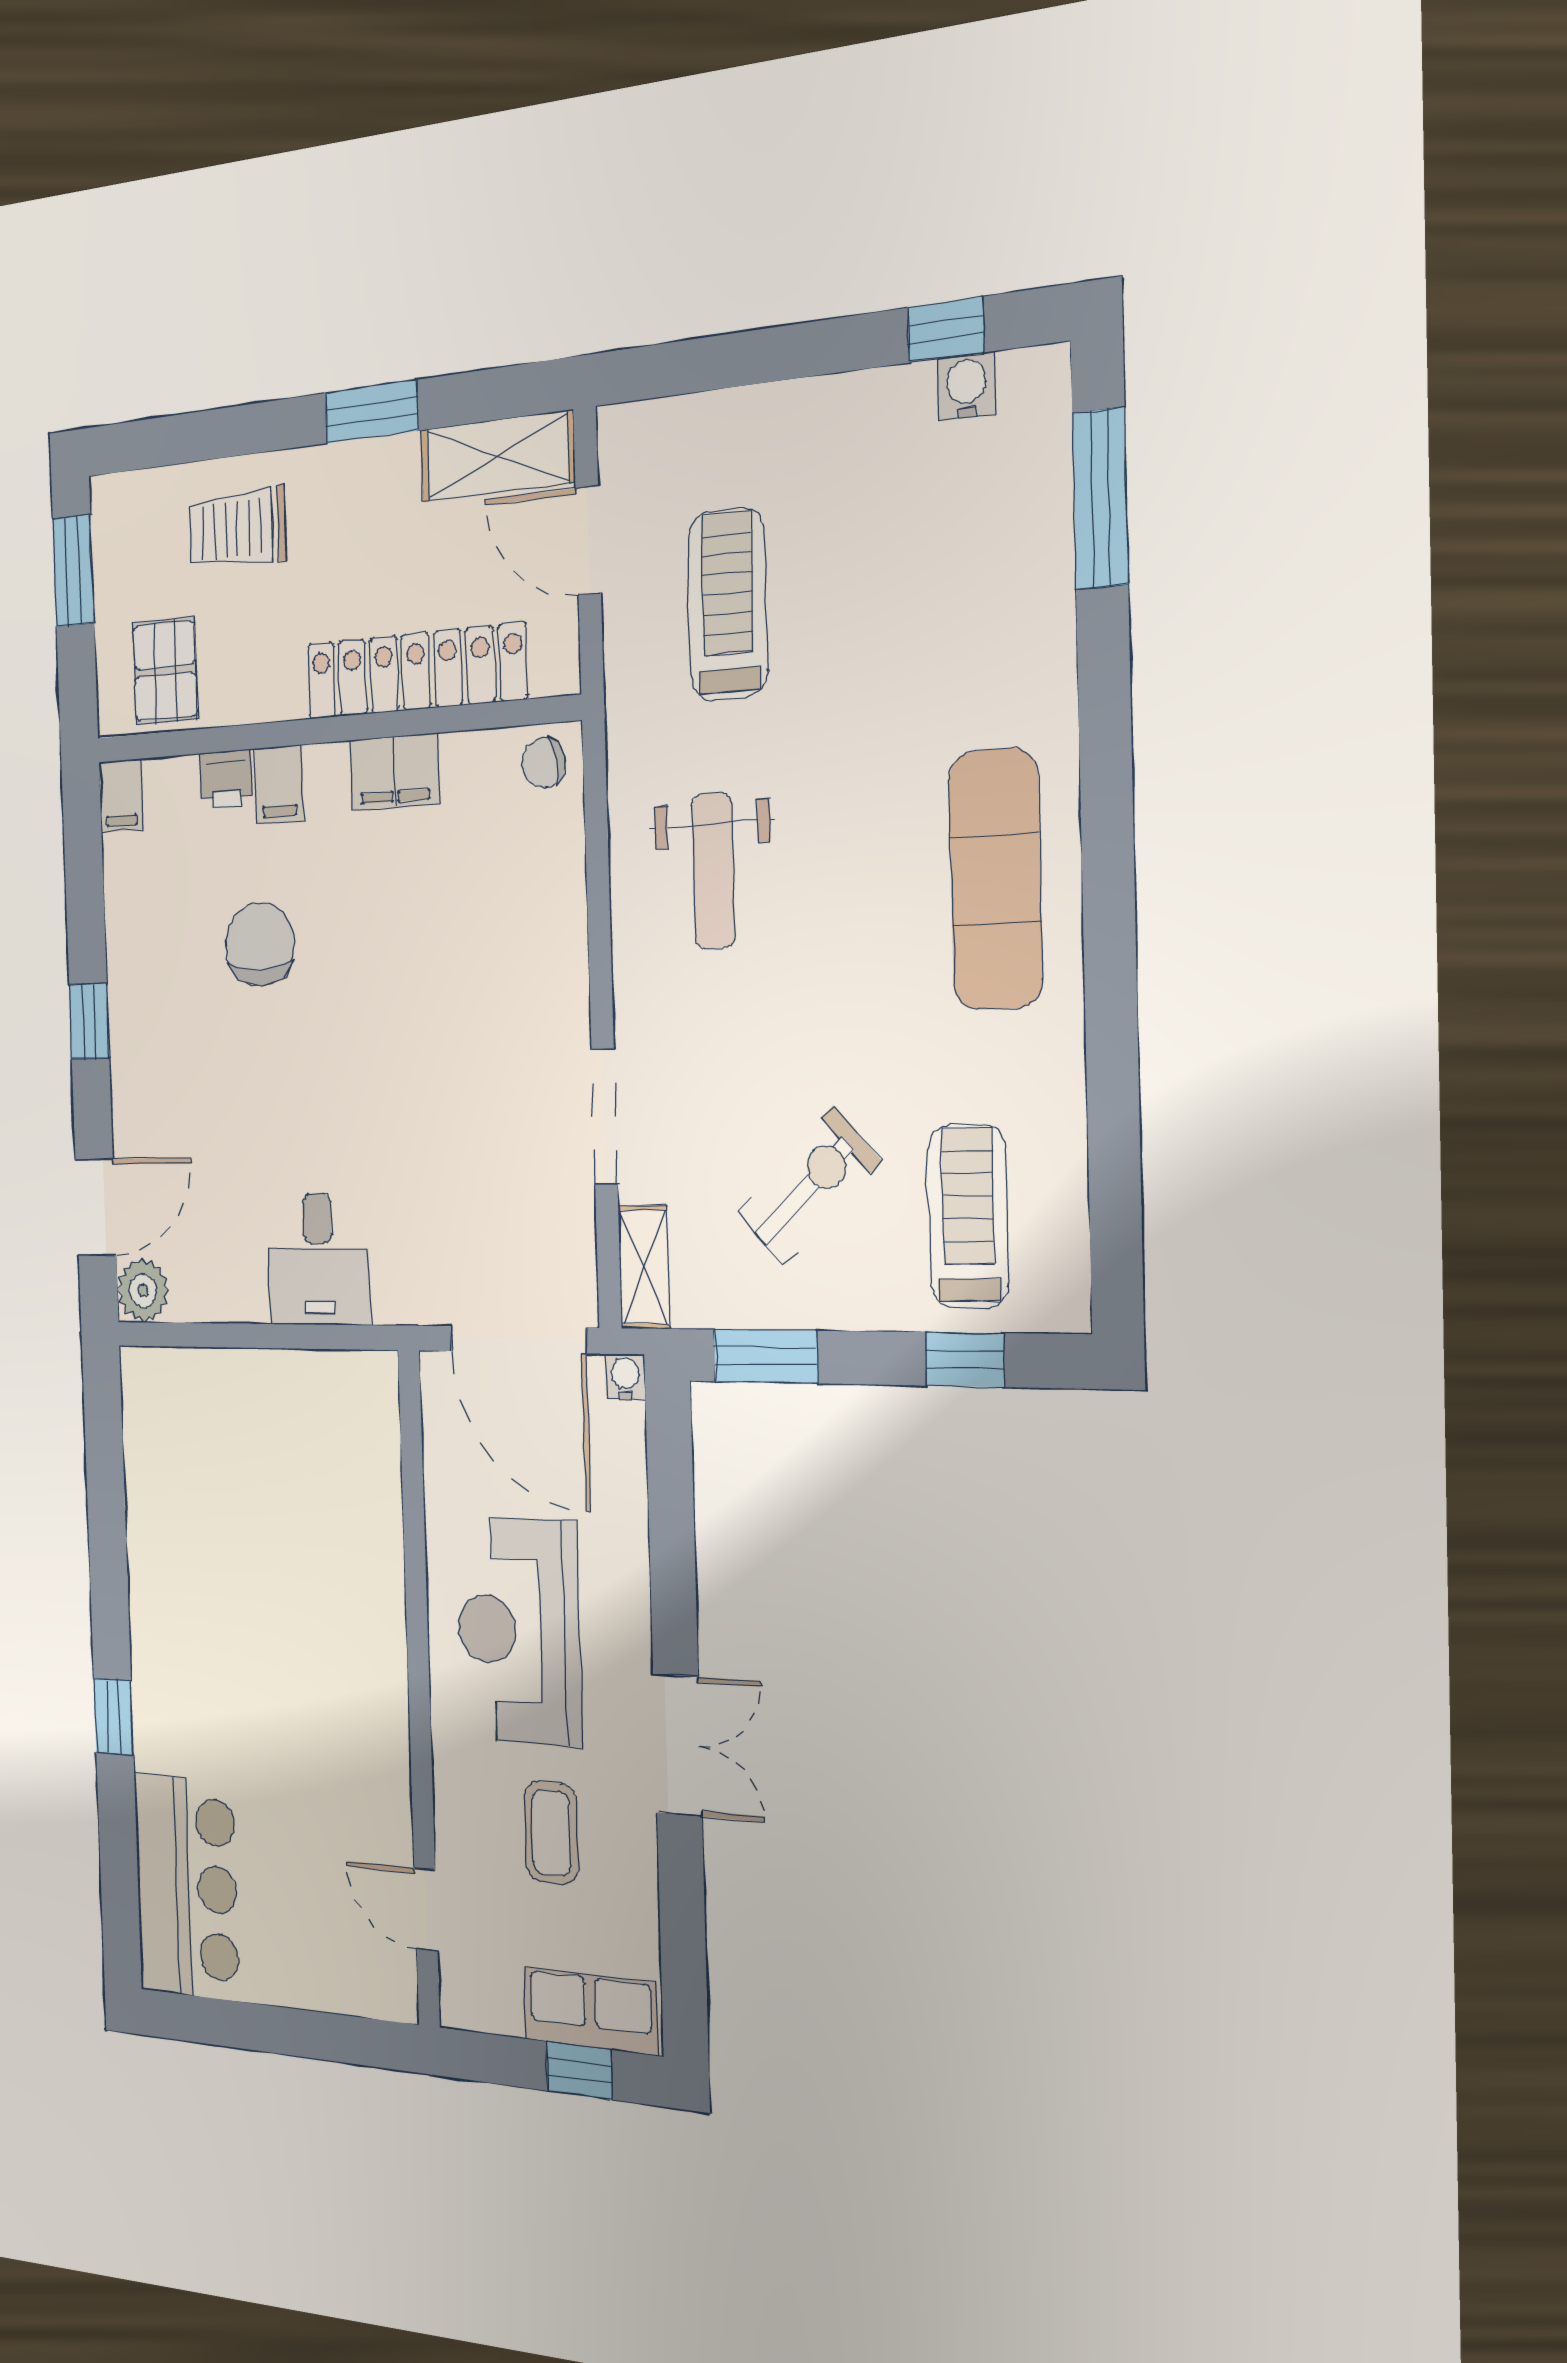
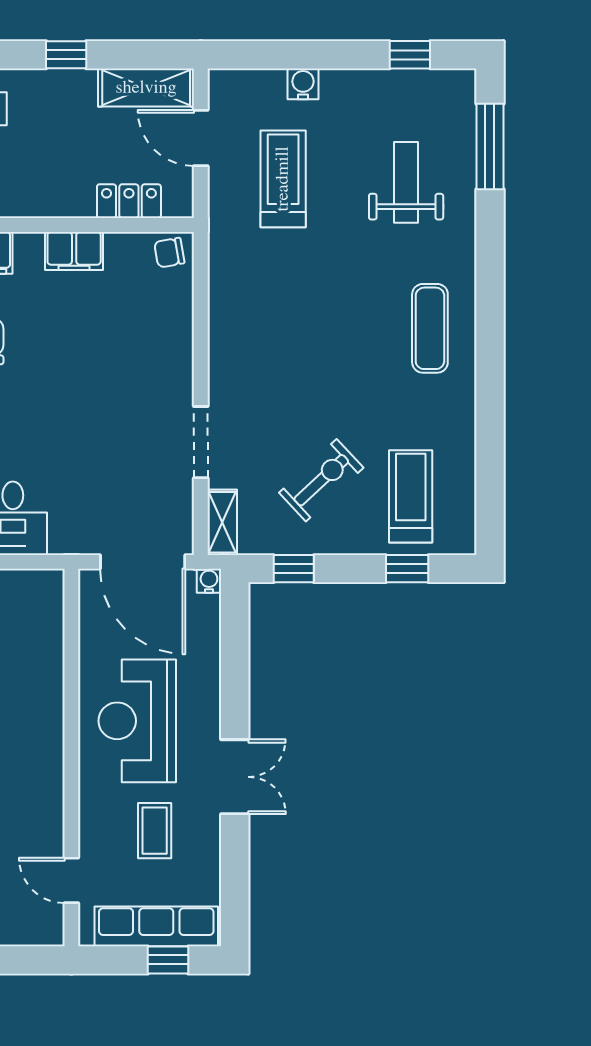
water cooler: (966, 386) -> (303, 84), moved
window: (371, 412) -> (66, 55), width x0.67
locker: (416, 671) -> (129, 201), width x0.46, depth x0.83
weight bench: (713, 871) -> (406, 182), moved, turned 180
exercise mat: (996, 879) -> (430, 328), width x0.73, depth x0.69
window: (766, 1356) -> (294, 569), width x0.67
row of seats: (590, 2011) -> (156, 926), width x1.48

